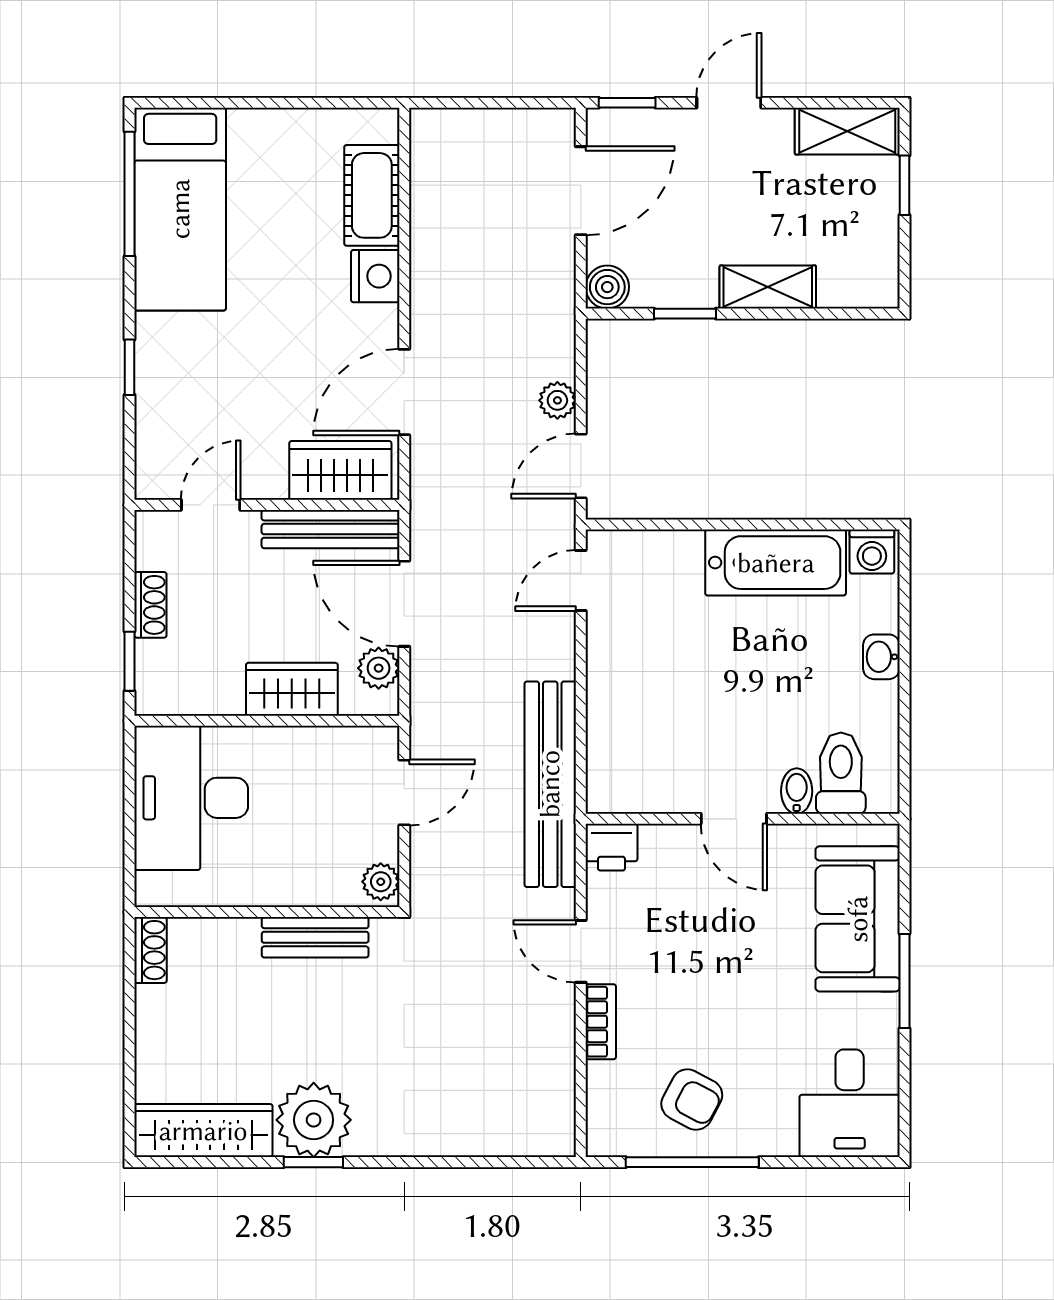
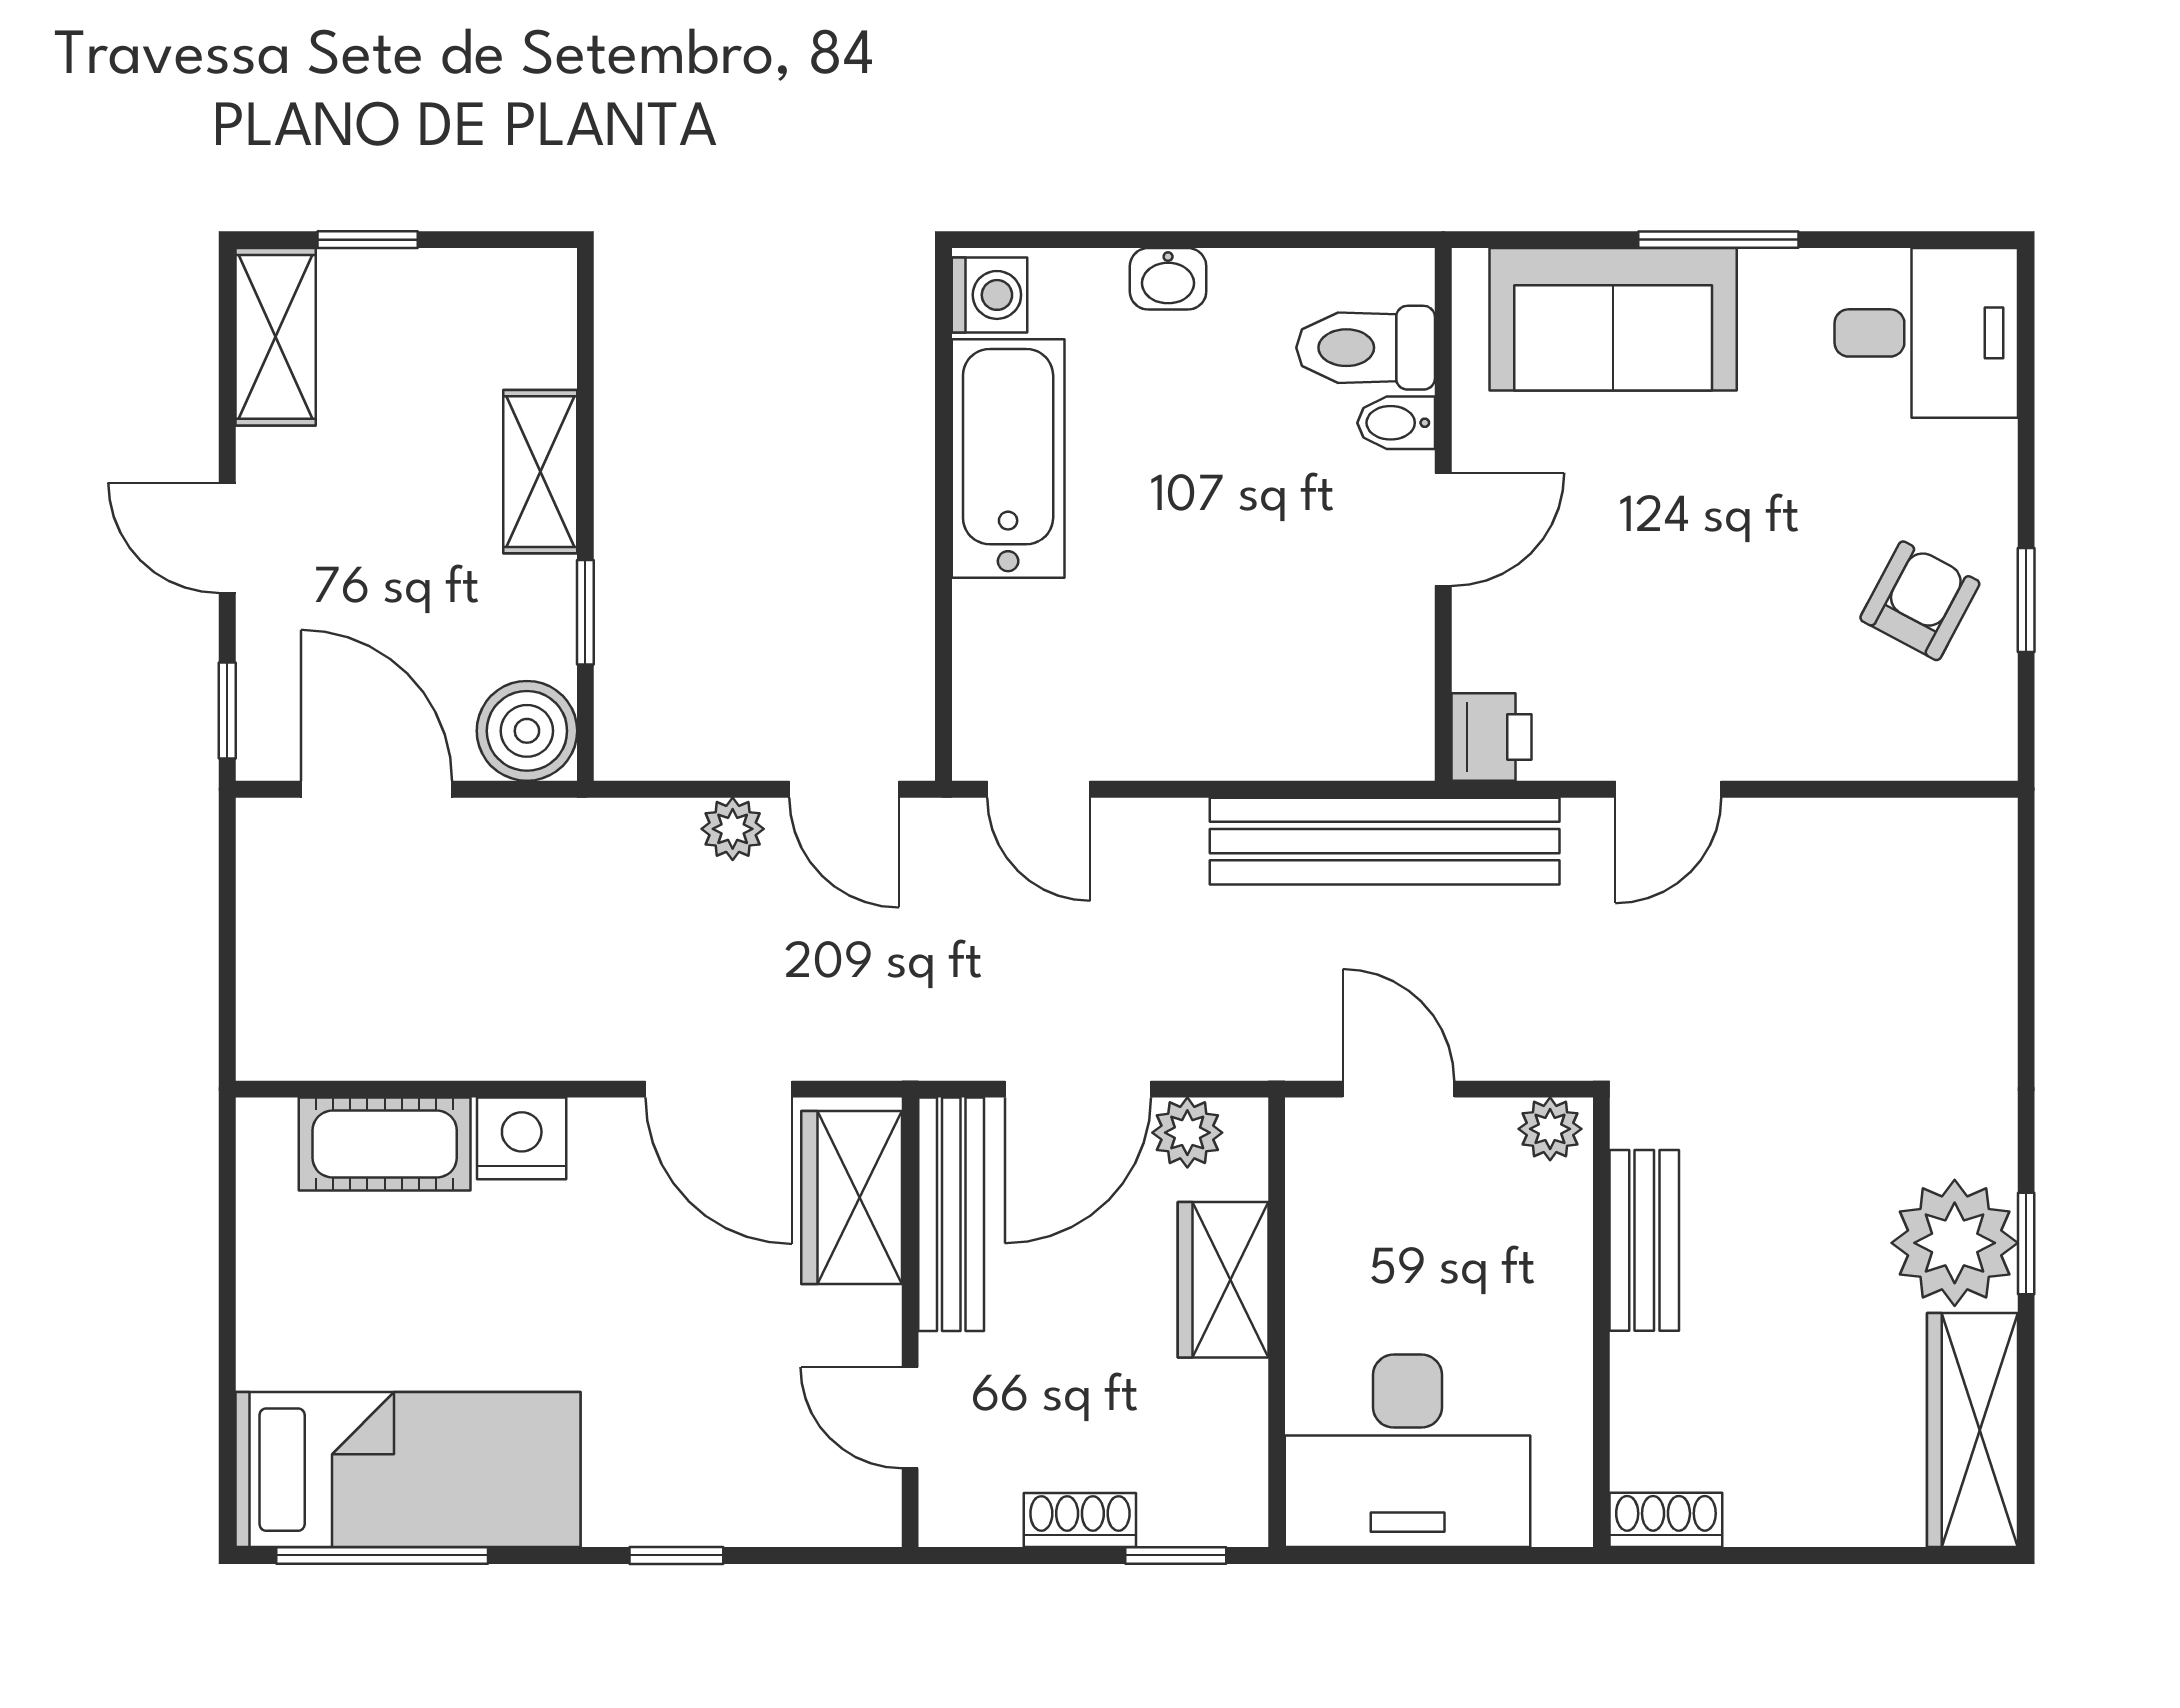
boiler: (607, 287) -> (527, 731), width x1.36, depth x1.36
bookcase: (601, 1022) -> (1788, 755), removed
window: (692, 1162) -> (2026, 600), width x0.46

